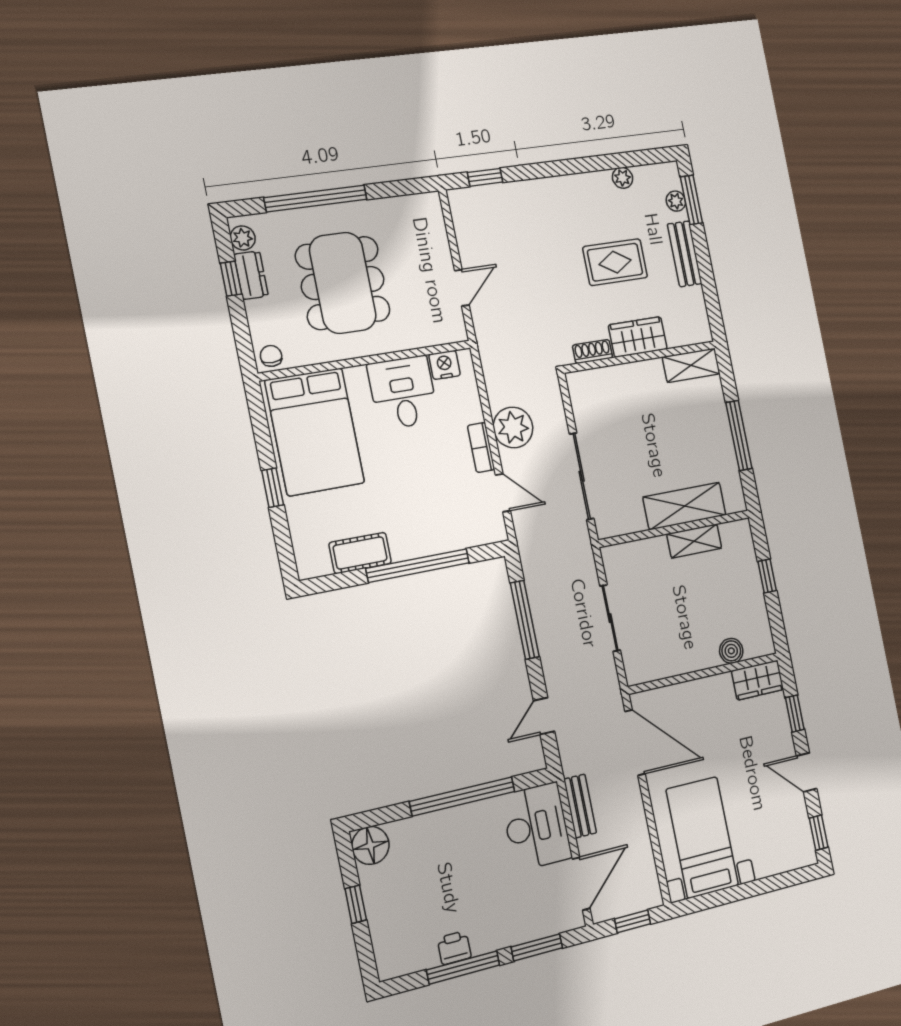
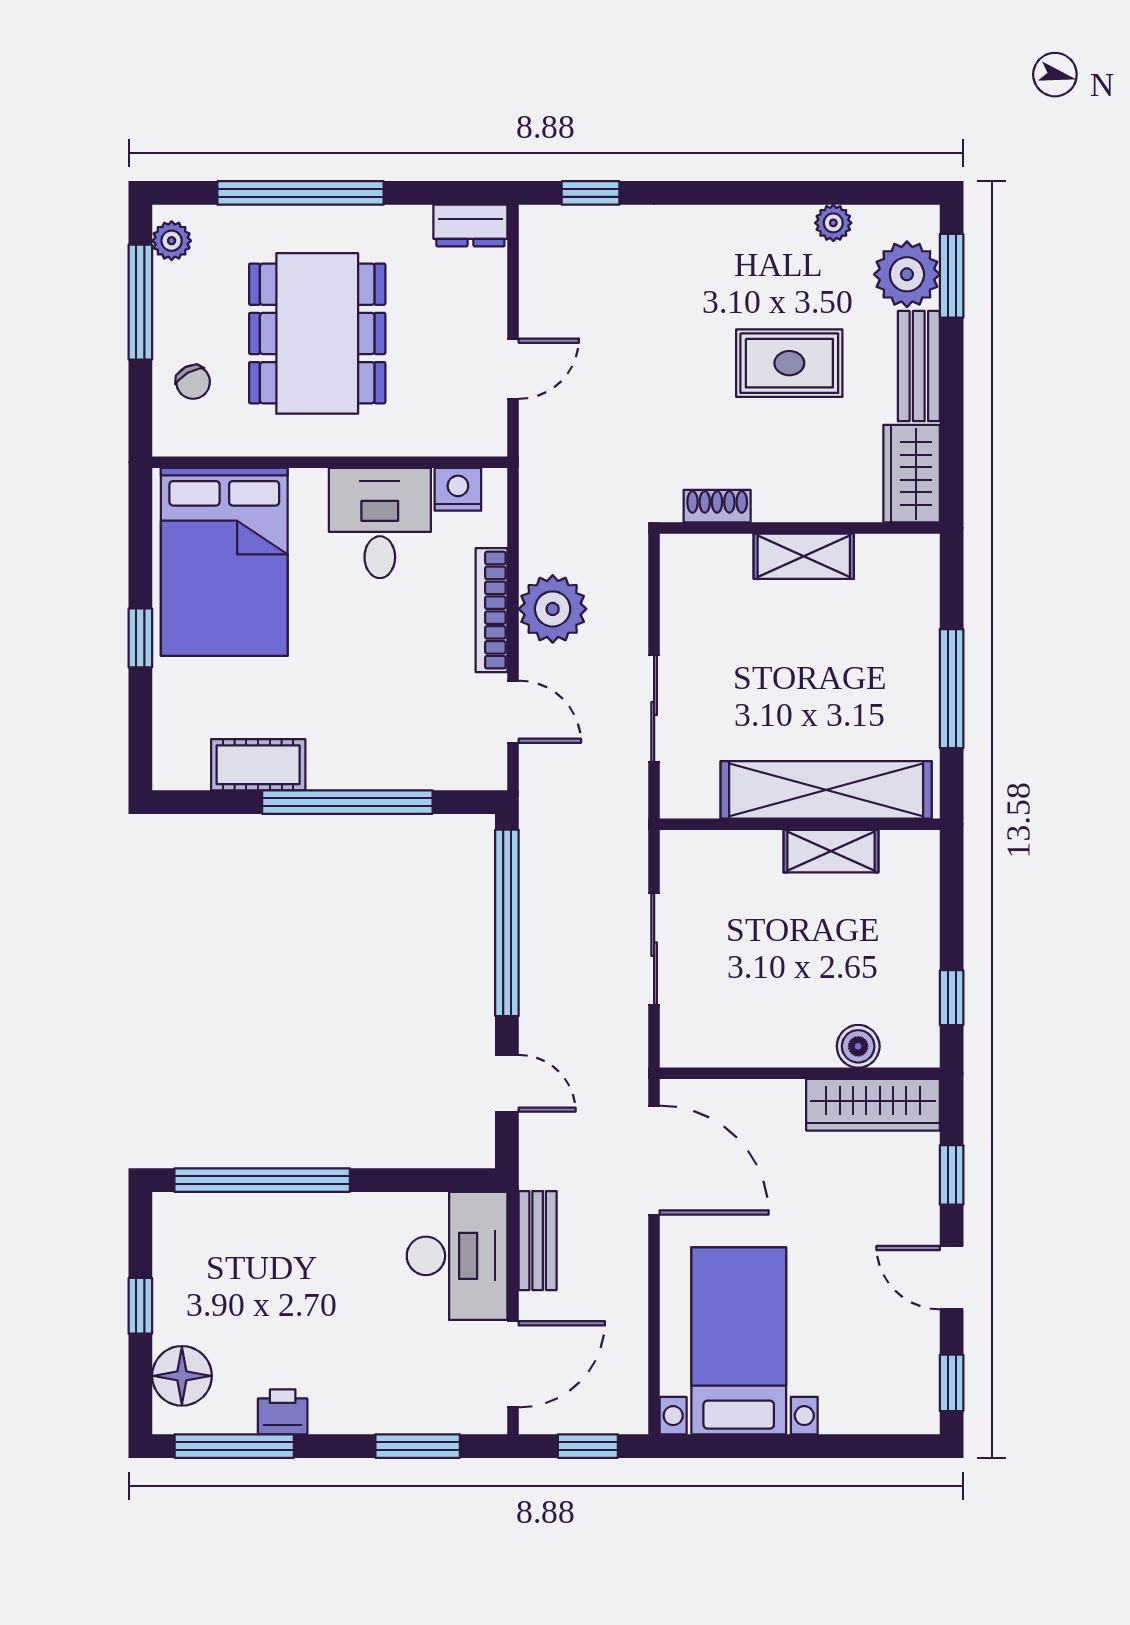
plant: (676, 201) -> (907, 274), width x1.87, depth x1.87
dresser: (251, 275) -> (470, 226), moved, turned 90
window: (231, 279) -> (140, 302), width x2.17
wardrobe: (638, 337) -> (912, 474), moved, turned -90
chair: (271, 356) -> (193, 382), moved, turned 151
shelving: (691, 365) -> (804, 556), moved
bookcase: (481, 448) -> (492, 610), width x1.56
sliding door: (582, 476) -> (654, 709), width x0.73
shelving: (684, 506) -> (826, 790), width x1.47
window: (767, 576) -> (952, 998), moved
window: (525, 620) -> (507, 923), width x1.46
wardrobe: (757, 680) -> (873, 1105), width x1.50
door: (544, 716) -> (507, 1083), swing flipped
window: (462, 796) -> (262, 1180), moved
floor lamp: (370, 845) -> (182, 1376), moved
window: (463, 967) -> (234, 1446), moved

